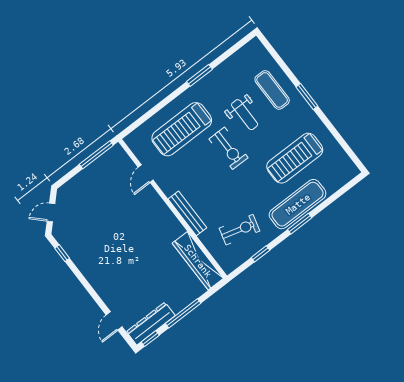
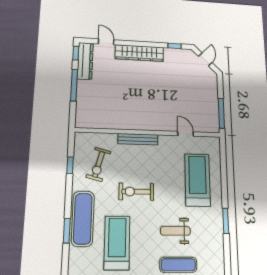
exercise bike: (229, 148) -> (136, 192), moved
window: (300, 224) -> (67, 231), moved
wardrobe: (198, 261) -> (139, 53), moved, turned 180

